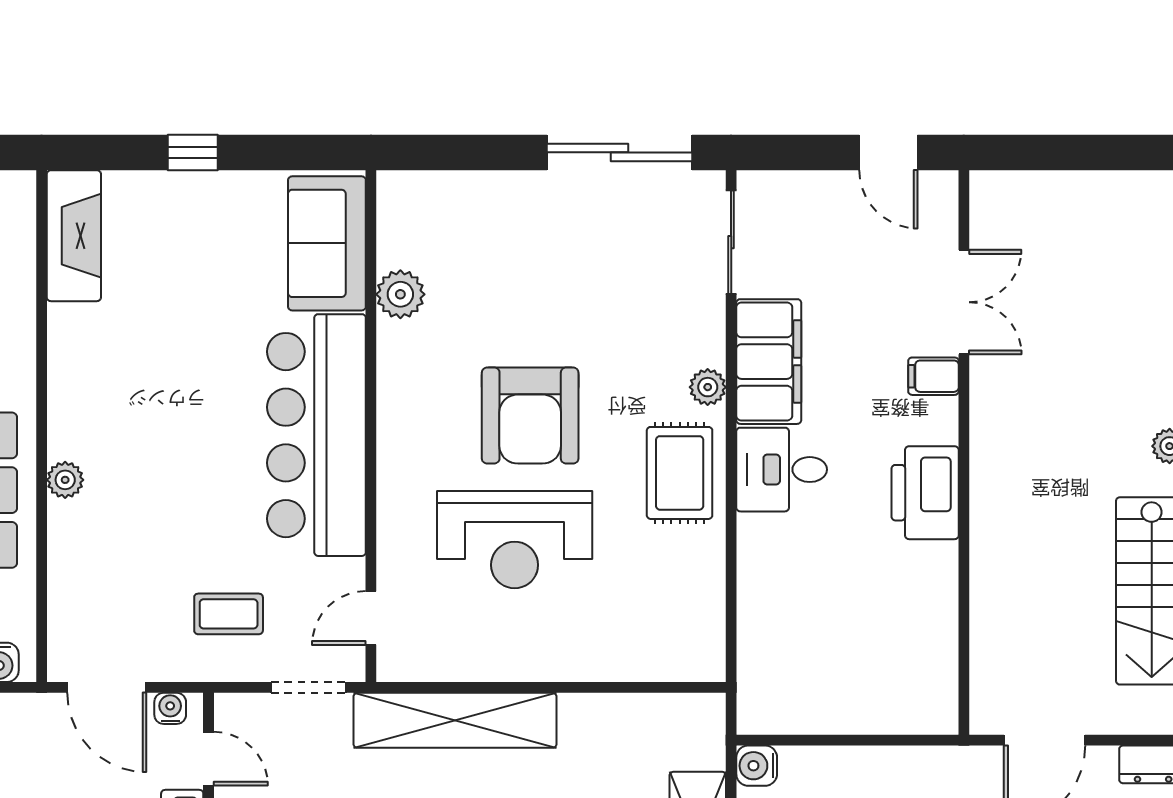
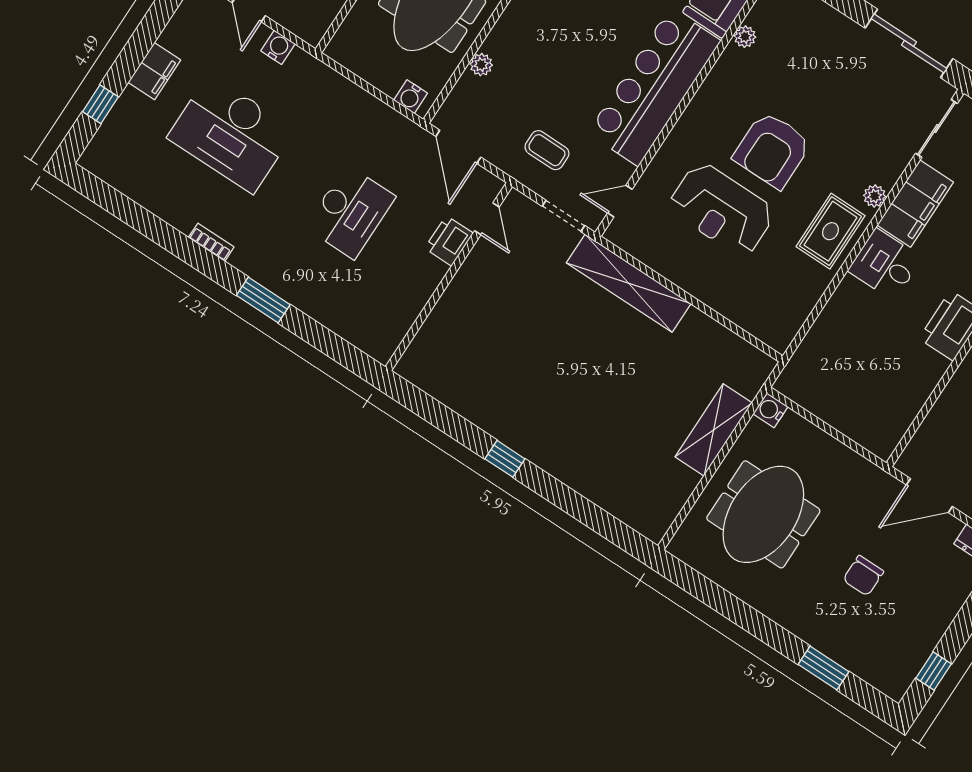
plant: (400, 294) -> (745, 37), width x0.73, depth x0.73
plant: (65, 480) -> (481, 65), moved
water cooler: (170, 708) -> (484, 179), removed

